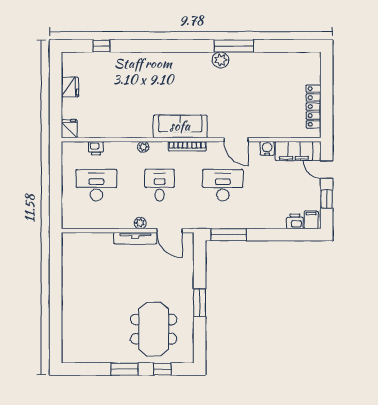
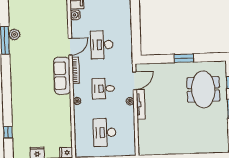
plant: (220, 60) -> (14, 35), moved
door: (236, 140) -> (70, 47), moved
printer: (96, 148) -> (79, 134), removed
window: (229, 235) -> (136, 40), removed
meeting table: (154, 329) -> (203, 89), turned 90

